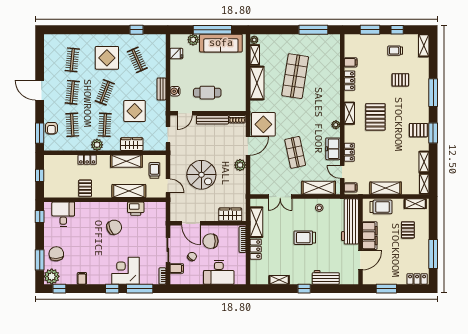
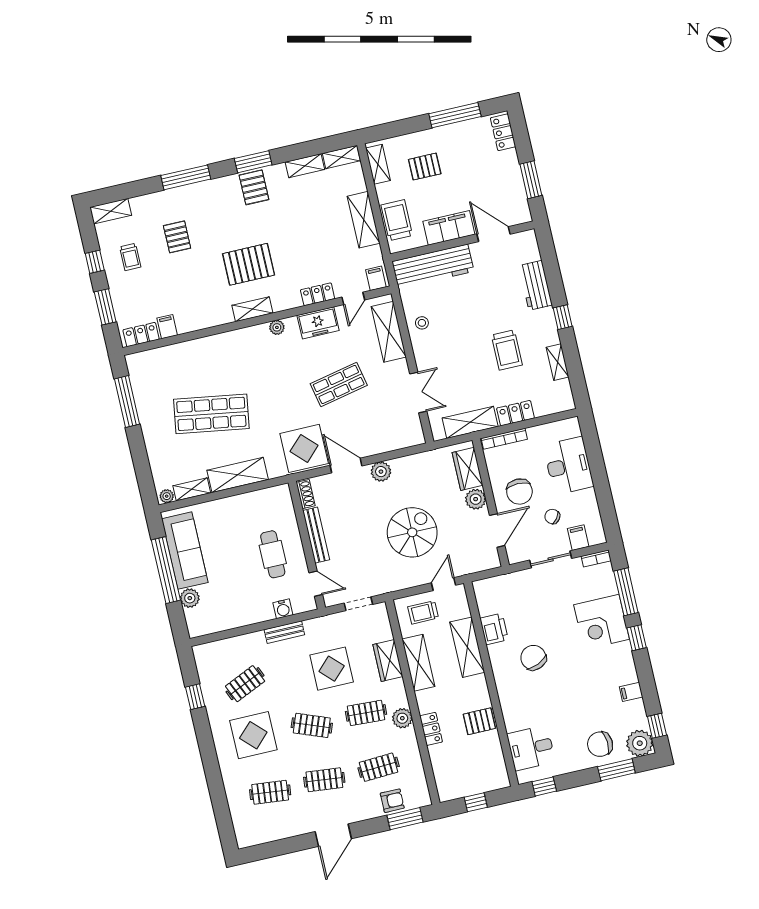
fridge: (176, 54) -> (219, 621), removed
locker: (350, 81) -> (141, 335), moved
plant: (212, 215) -> (476, 499), added
trolley: (305, 238) -> (507, 350), moved

